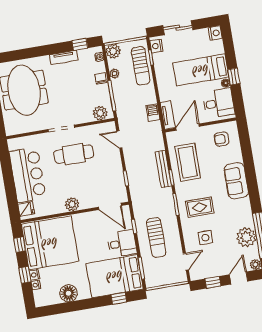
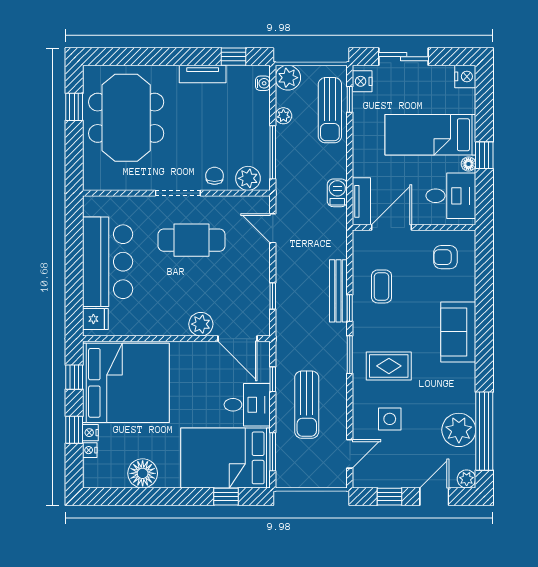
chair: (101, 78) -> (215, 176), moved
coffee table: (188, 162) -> (382, 286), width x0.54, depth x0.58
plant: (72, 204) -> (201, 324), moved

